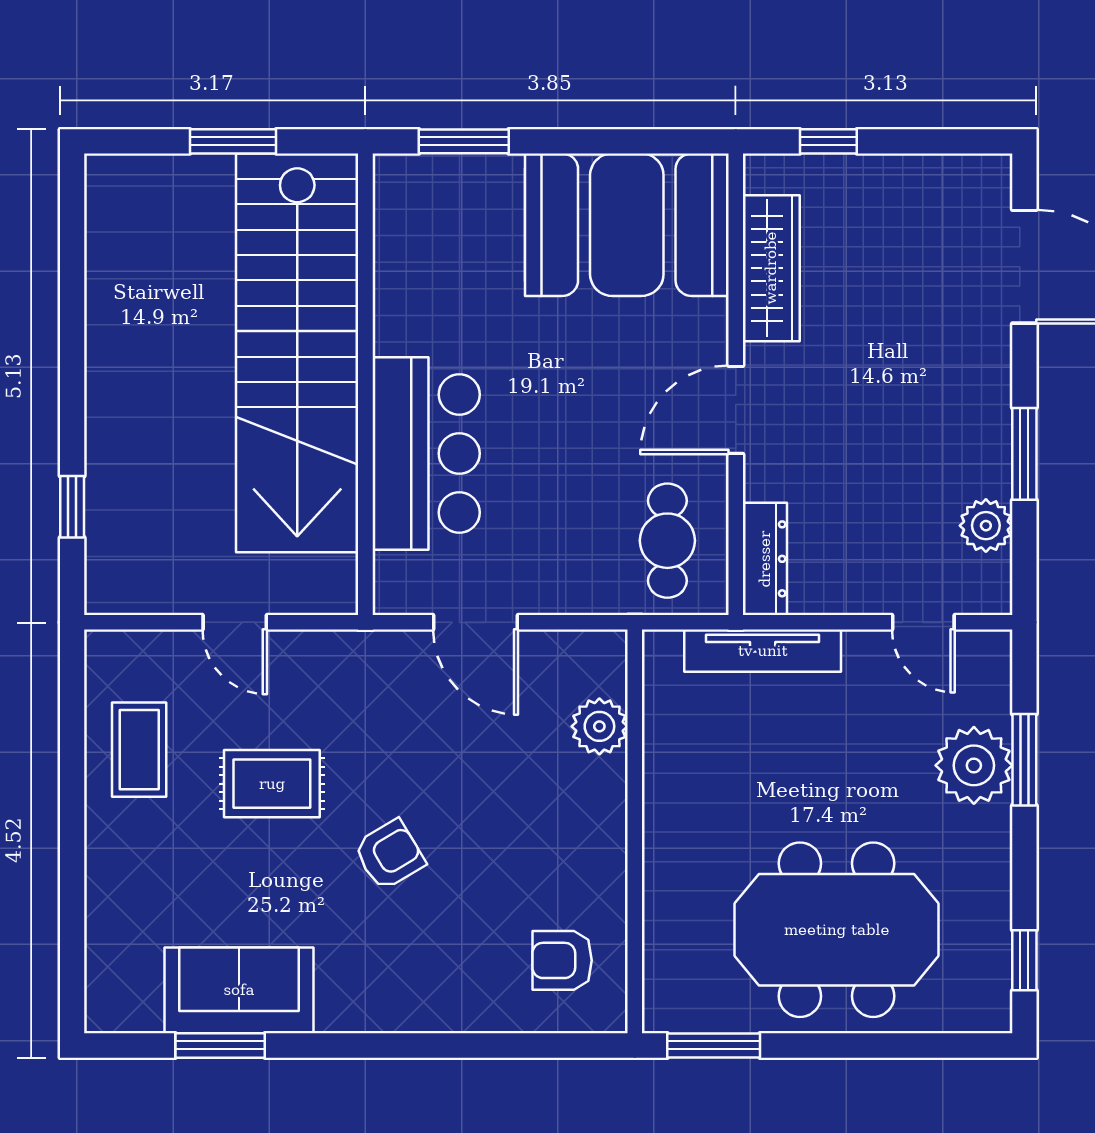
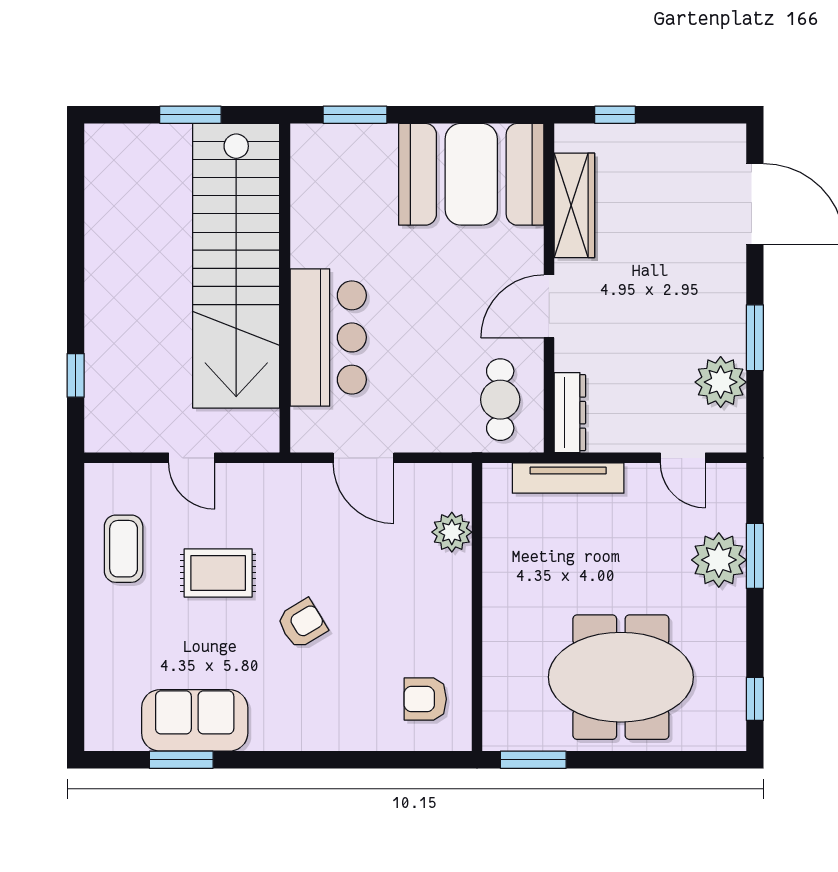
plant: (986, 526) -> (721, 382), width x1.36, depth x1.36

